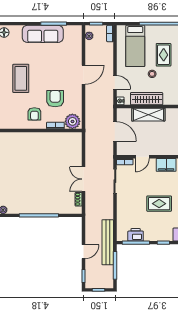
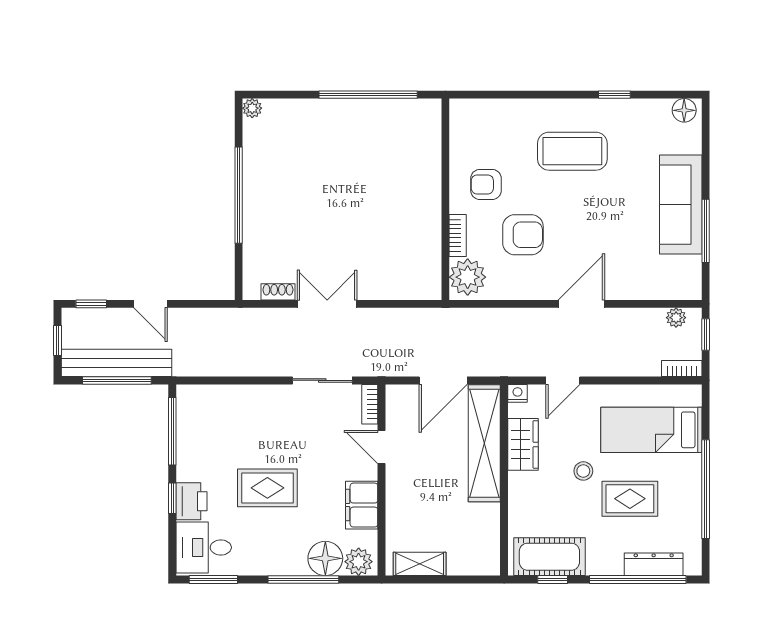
door: (84, 75) -> (581, 304), swing flipped
wardrobe: (147, 99) -> (523, 444), width x0.67
shelving: (148, 115) -> (484, 443), width x1.47
rug: (159, 204) -> (267, 488), turned 90
printer: (136, 235) -> (191, 501), moved
bench: (108, 242) -> (116, 363), moved

